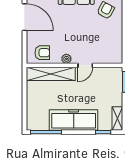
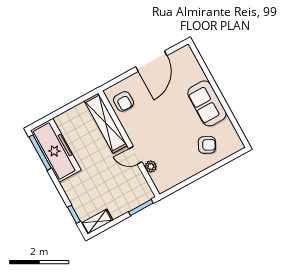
plant: (66, 59) -> (151, 166), moved
freezer: (74, 120) -> (56, 150), moved

